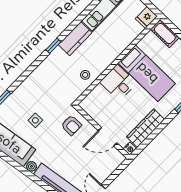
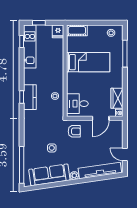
kitchen counter: (75, 39) -> (30, 97), moved
desk: (118, 83) -> (77, 104), moved
wardrobe: (146, 128) -> (117, 98), width x0.67

